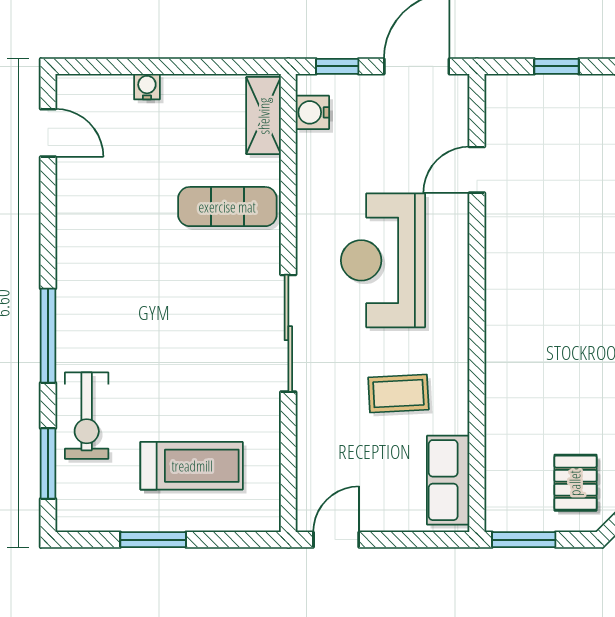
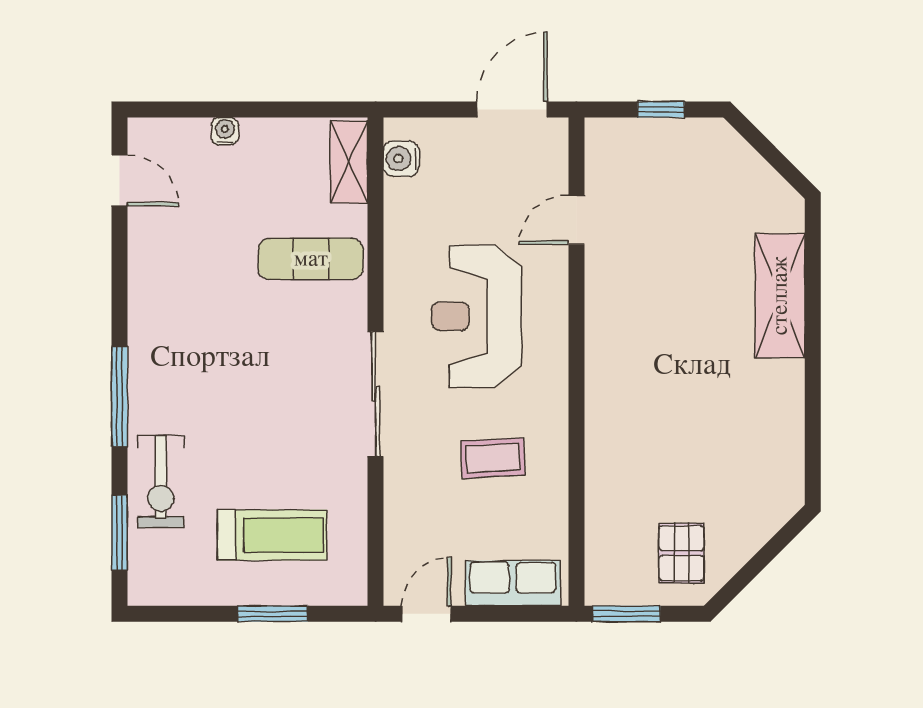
window: (337, 66) -> (428, 110), removed
row of seats: (448, 480) -> (513, 583), moved, turned 90
window: (153, 540) -> (273, 614), moved

